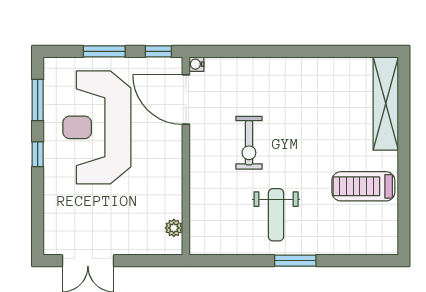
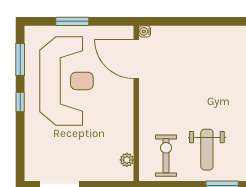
window: (158, 51) -> (115, 21), removed
reception desk: (97, 127) -> (66, 81), turned 180
exercise bike: (249, 143) -> (166, 156), moved, turned 180

